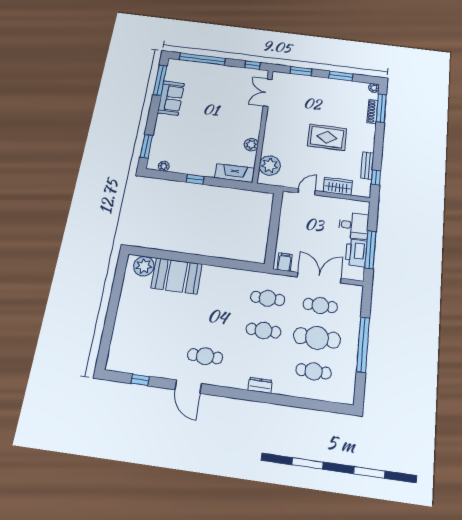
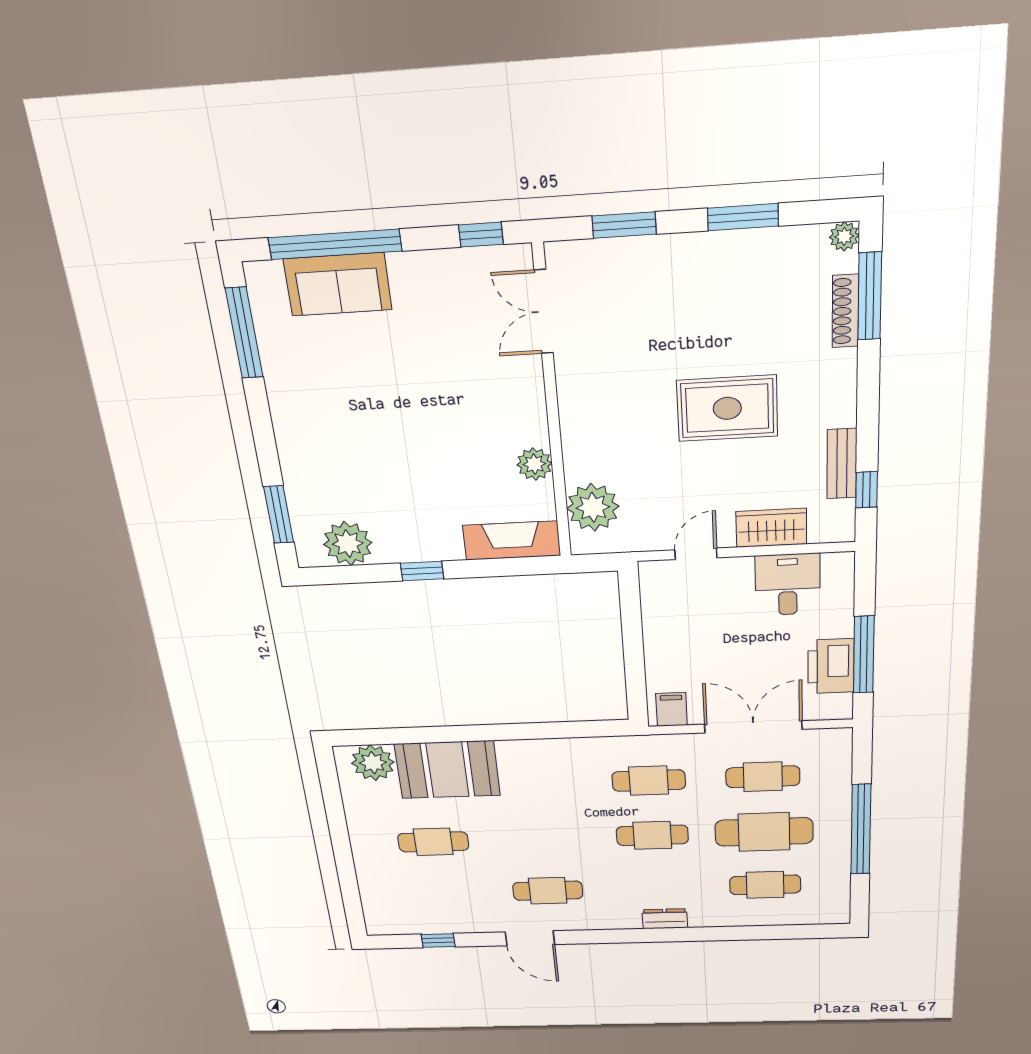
sofa: (171, 98) -> (338, 284), moved, turned 90
plant: (164, 166) -> (348, 544), width x1.88, depth x1.88
desk: (354, 225) -> (788, 585), moved, turned -90
cafe table: (157, 316) -> (433, 842), added

